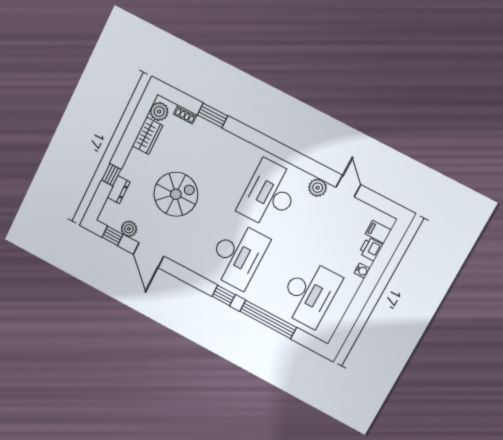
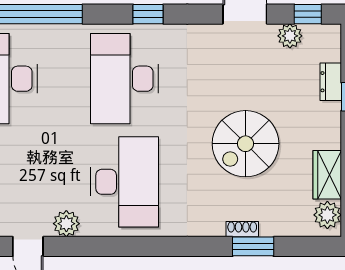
shoe rack: (185, 114) -> (242, 229), moved
spiral stairs: (176, 194) -> (246, 144), moved
window: (224, 296) -> (148, 14), moved

